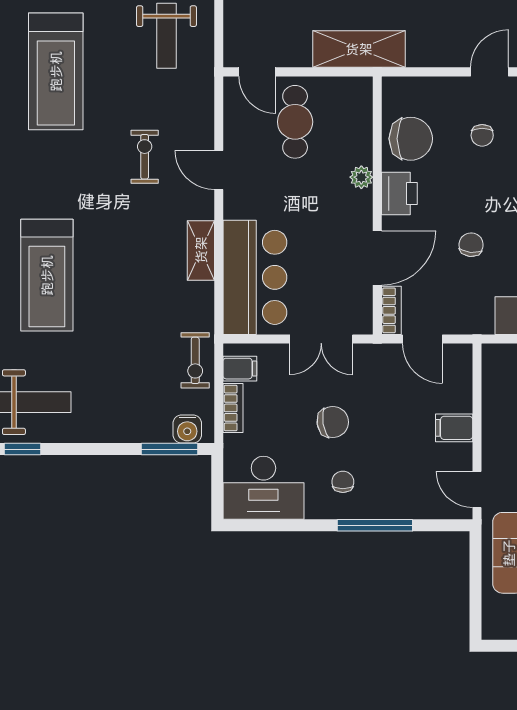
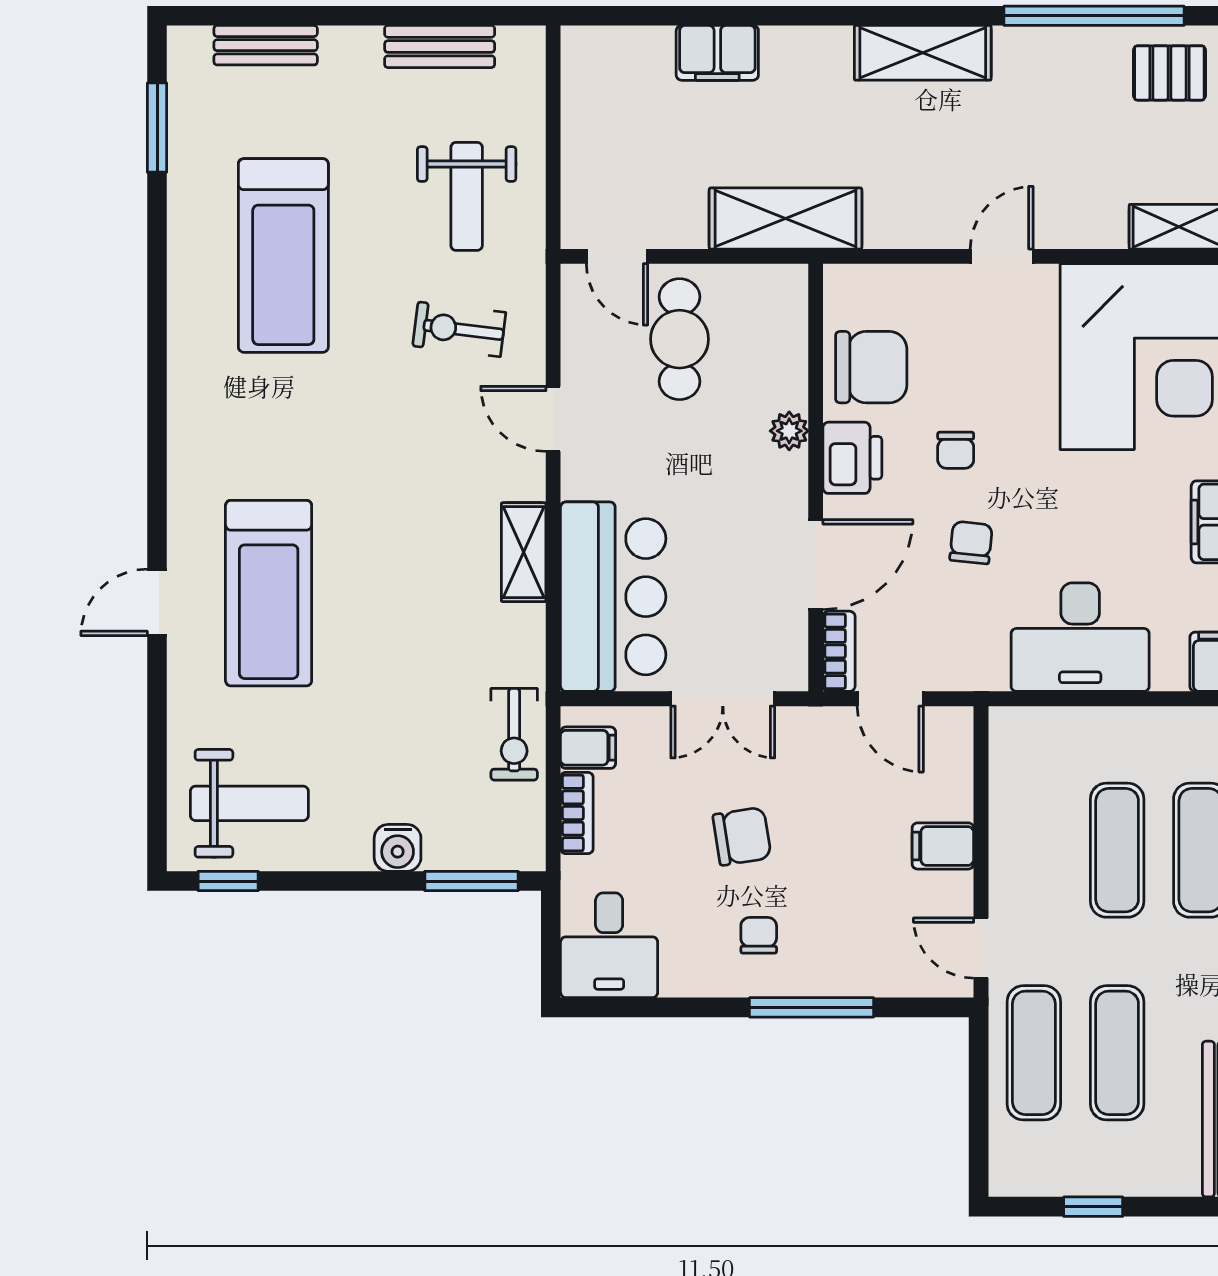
chair: (482, 135) -> (956, 450), moved
exercise bike: (145, 157) -> (459, 329), moved, turned -83
water cooler: (187, 429) -> (398, 848), moved
desk: (263, 488) -> (609, 945), width x0.73

